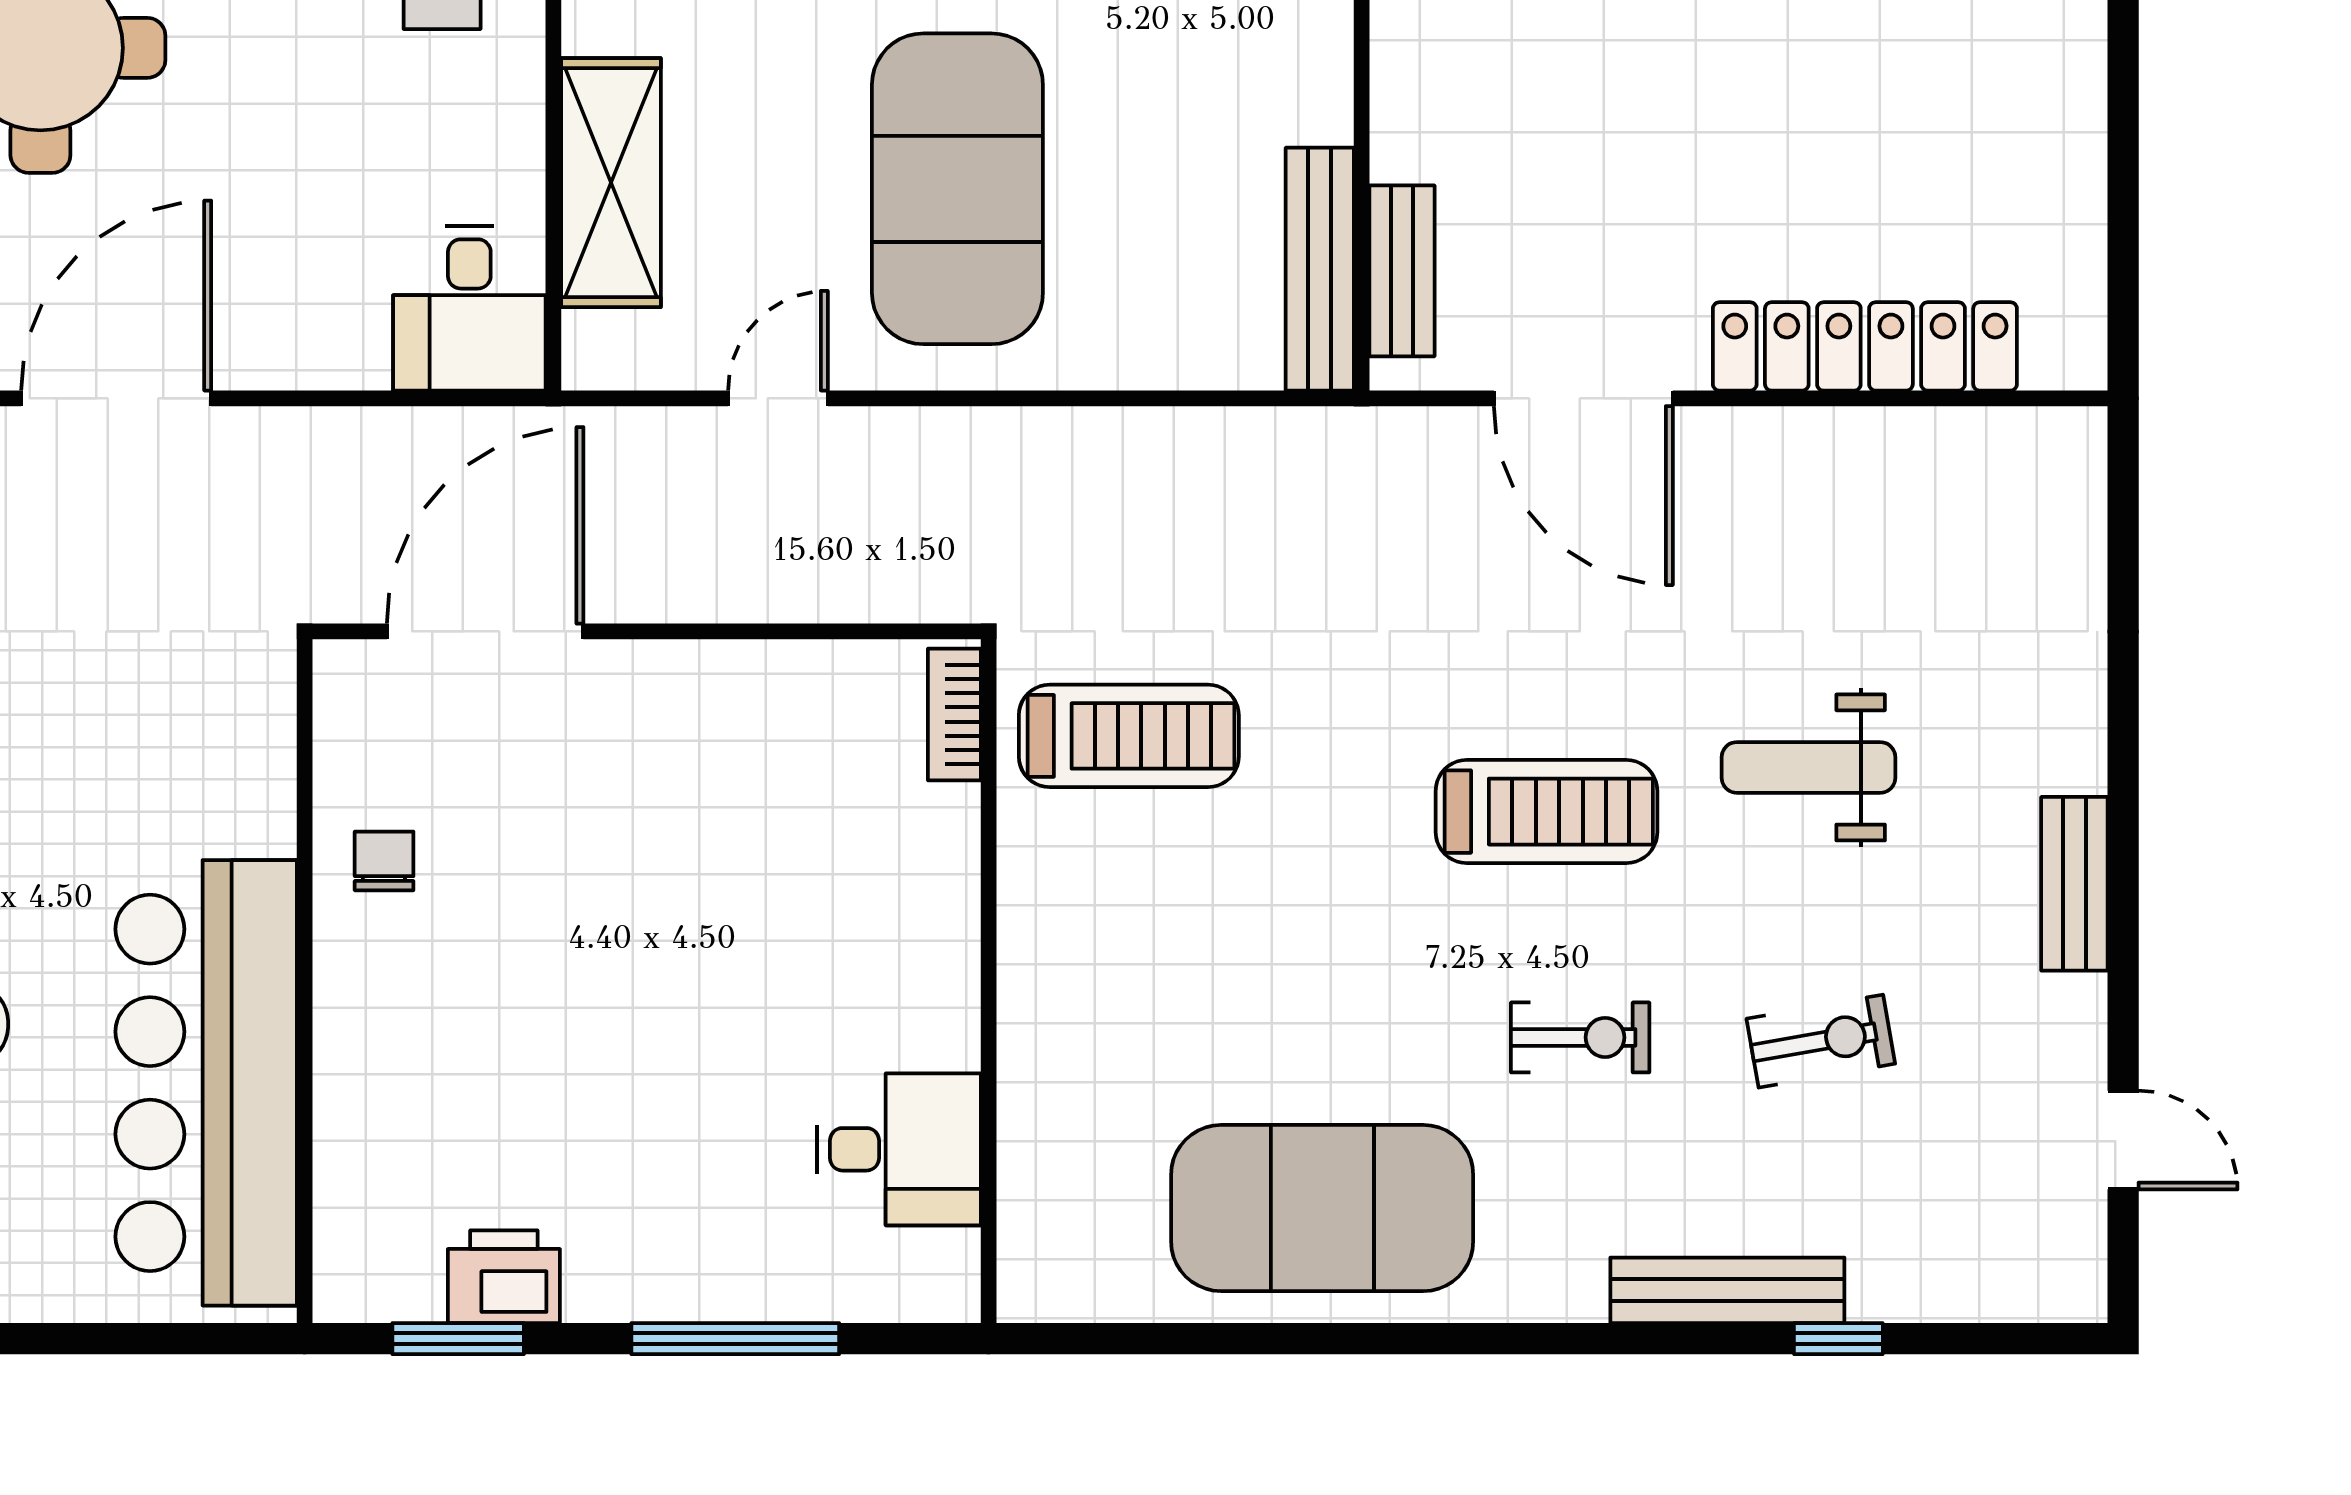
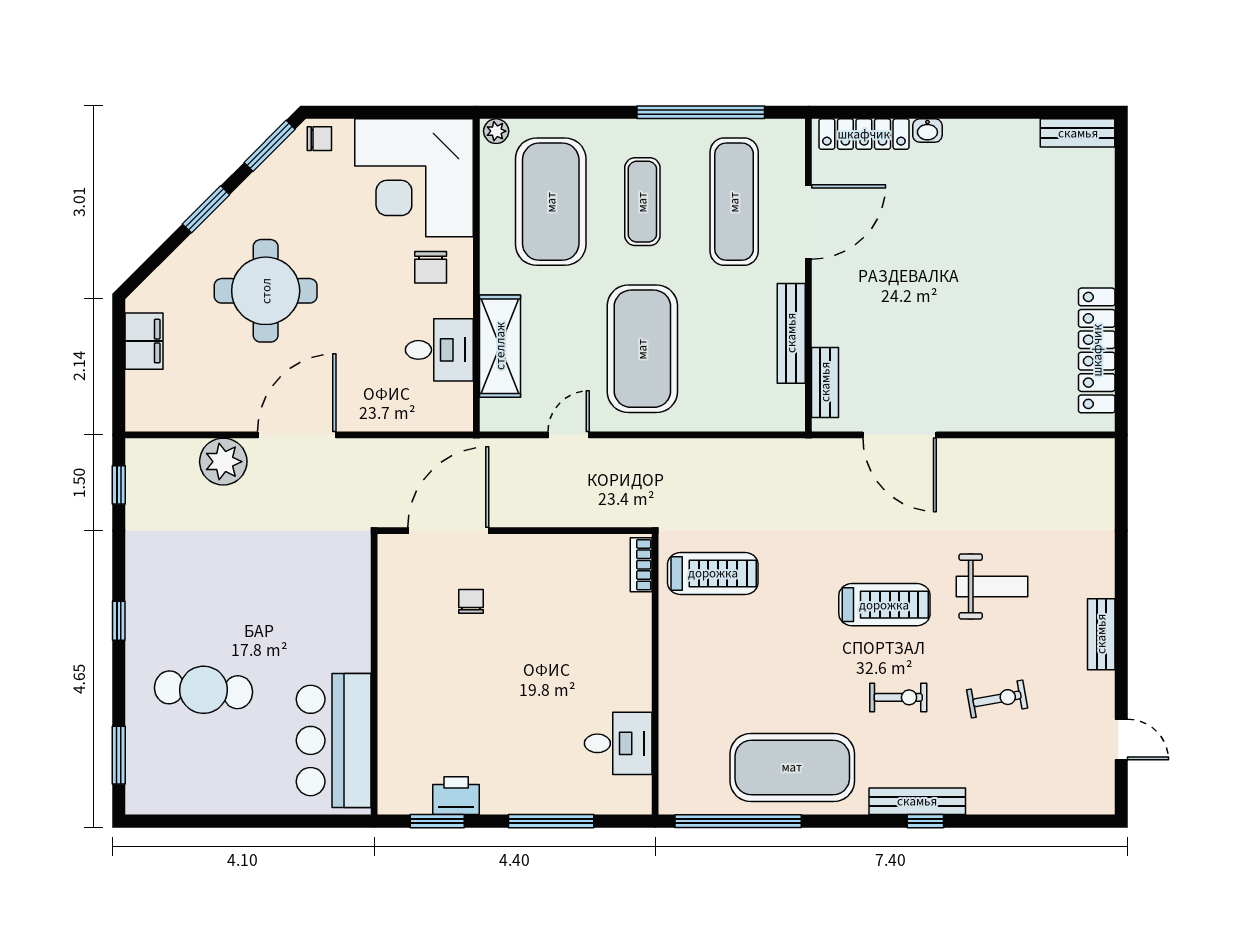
bench: (1320, 269) -> (791, 333), moved
desk: (469, 308) -> (439, 350), moved, turned -90
locker: (1865, 346) -> (1097, 350), moved, turned -90
weight bench: (1809, 767) -> (992, 586), turned 180
chair: (384, 861) -> (471, 601), moved
bar counter: (206, 1083) -> (334, 740), width x0.73
bench: (1727, 1290) -> (917, 801), moved
window: (1190, 1339) -> (738, 821), added
window: (1838, 1339) -> (925, 821), moved

